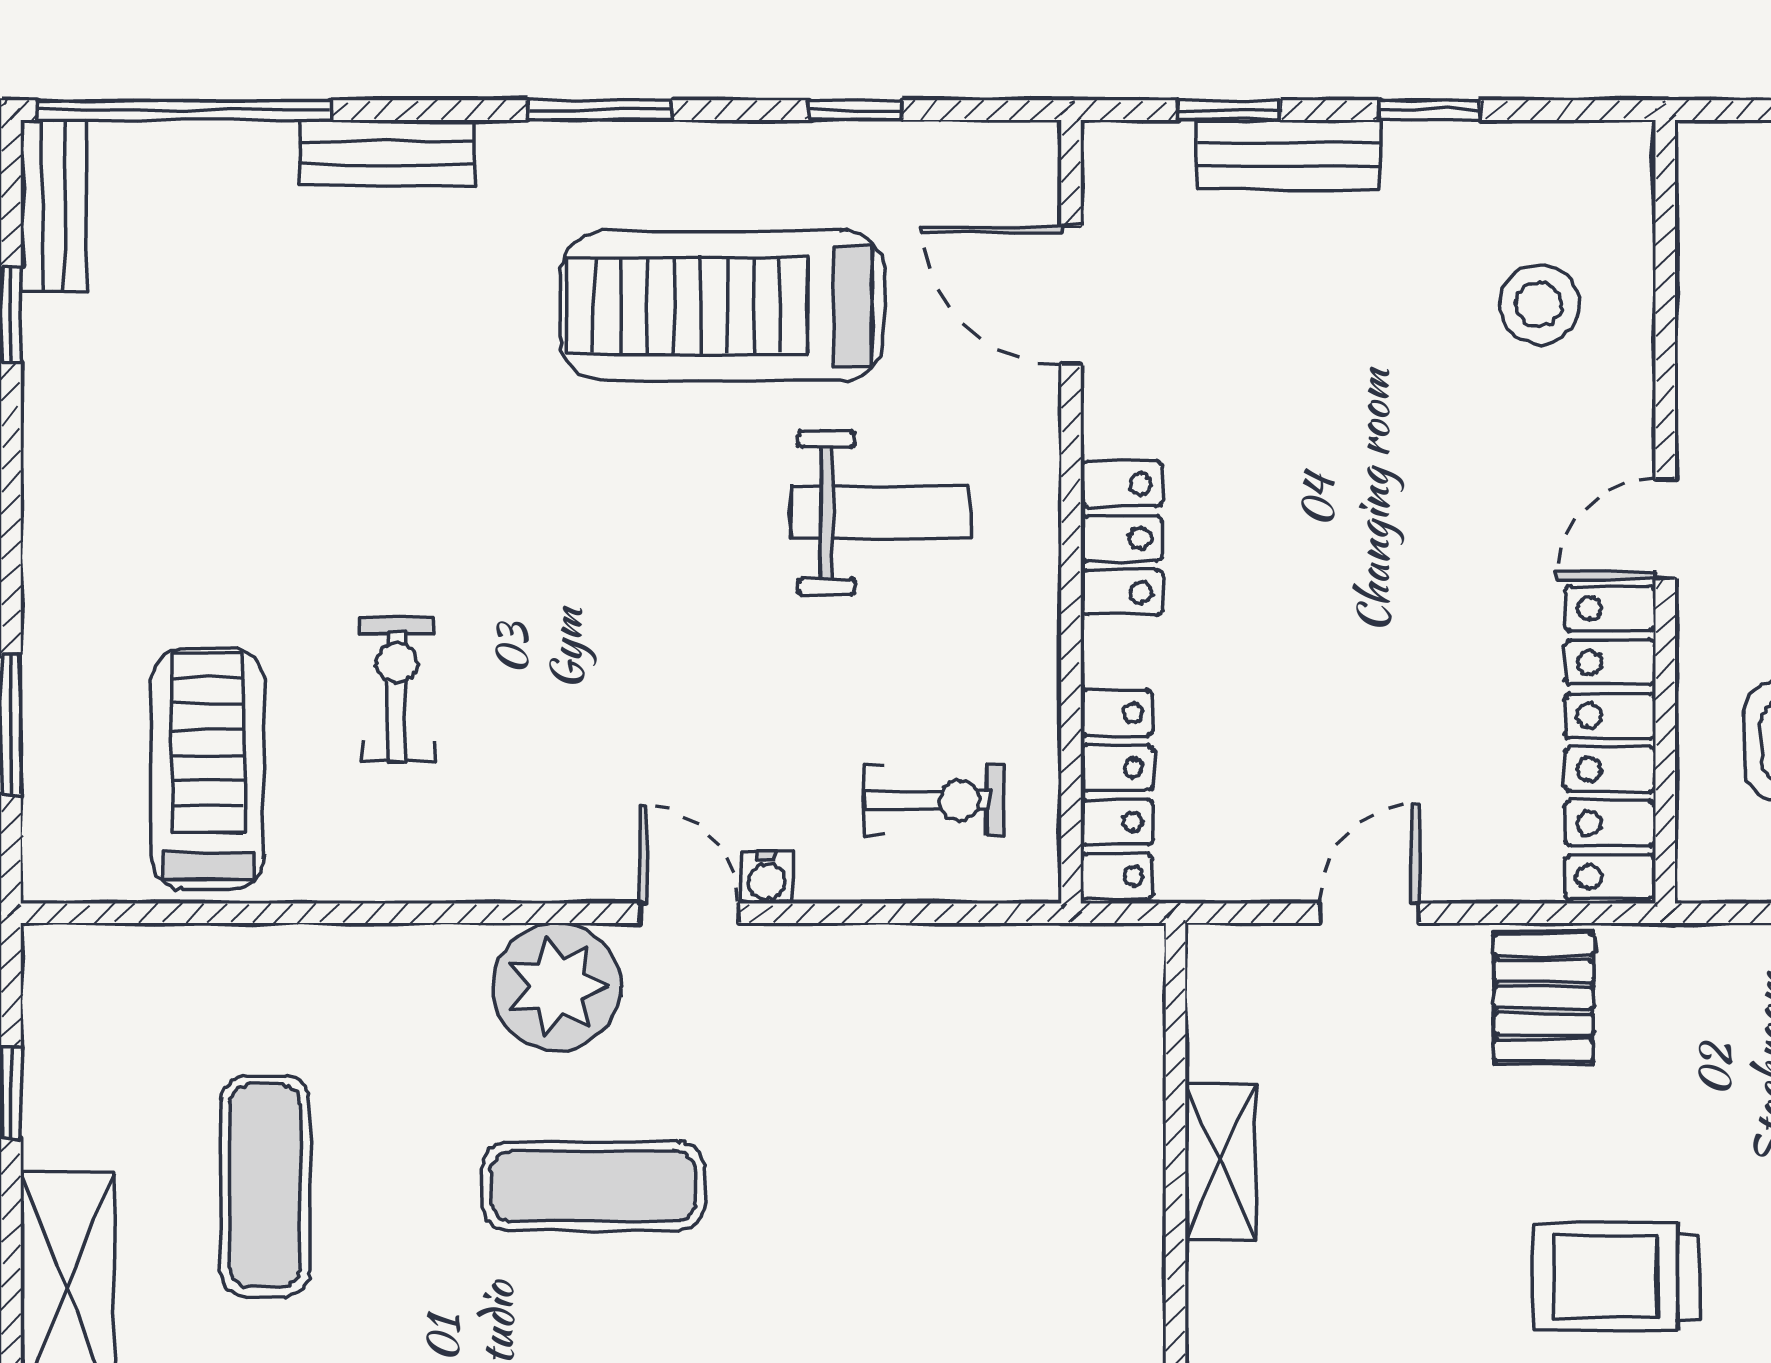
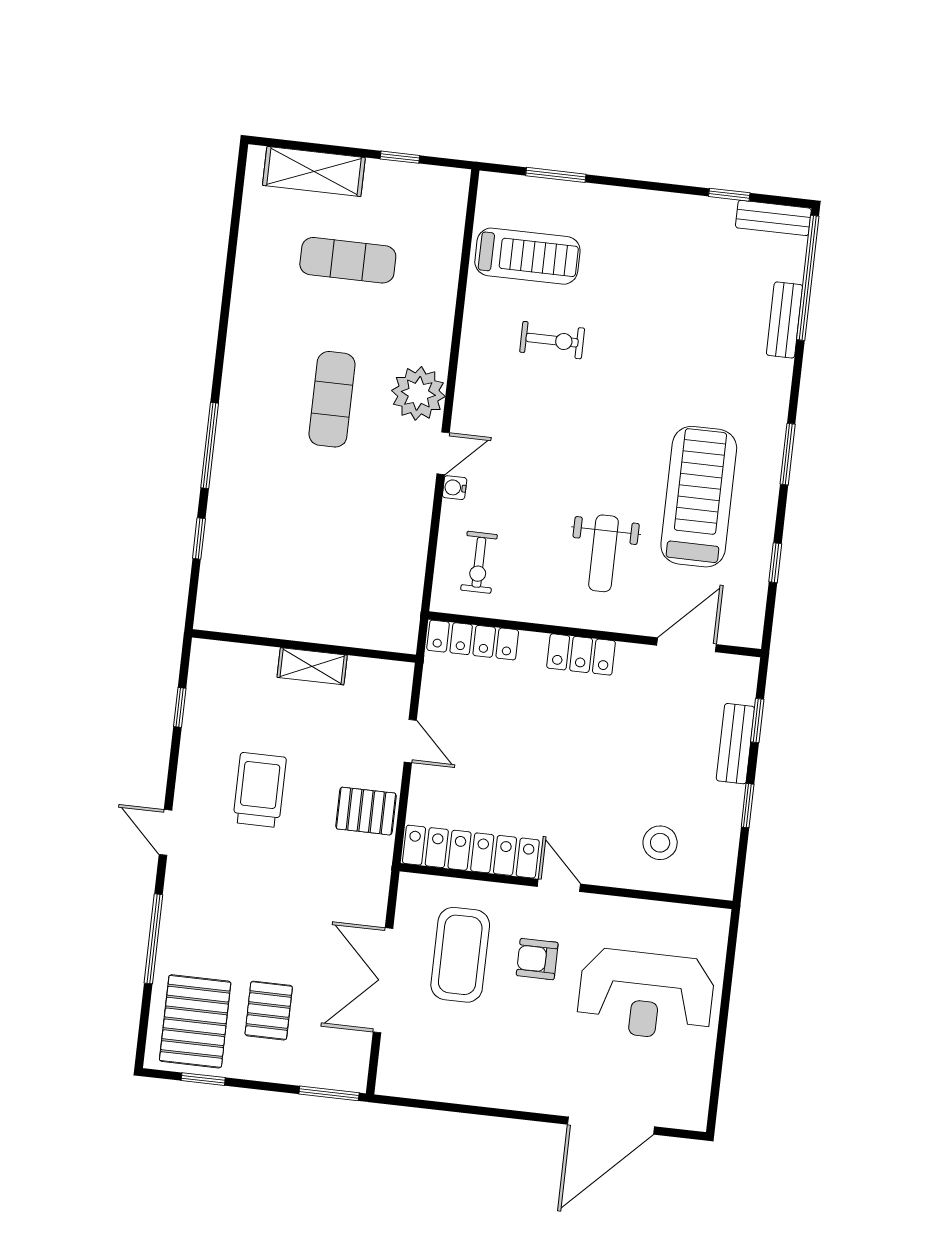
bench: (387, 153) -> (784, 320), moved
trolley: (1617, 1277) -> (260, 790), moved

